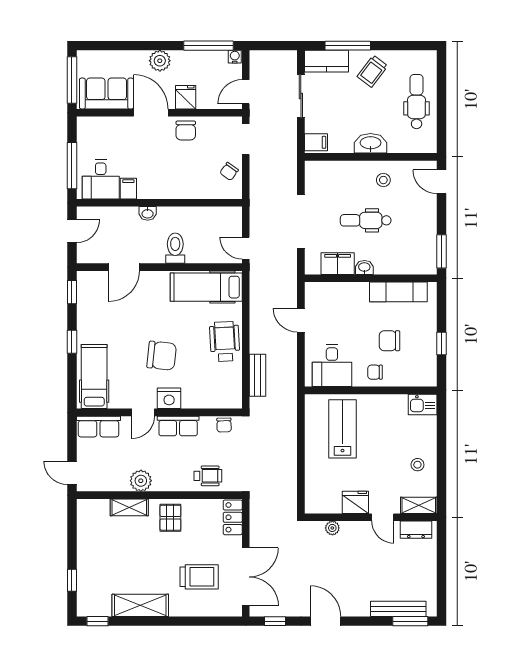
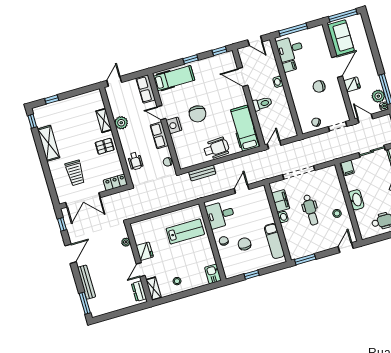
plant: (160, 61) -> (378, 96), moved
chair: (186, 130) -> (319, 86), moved
dental chair: (366, 220) -> (311, 210), turned 180
bench: (398, 609) -> (86, 282), moved

